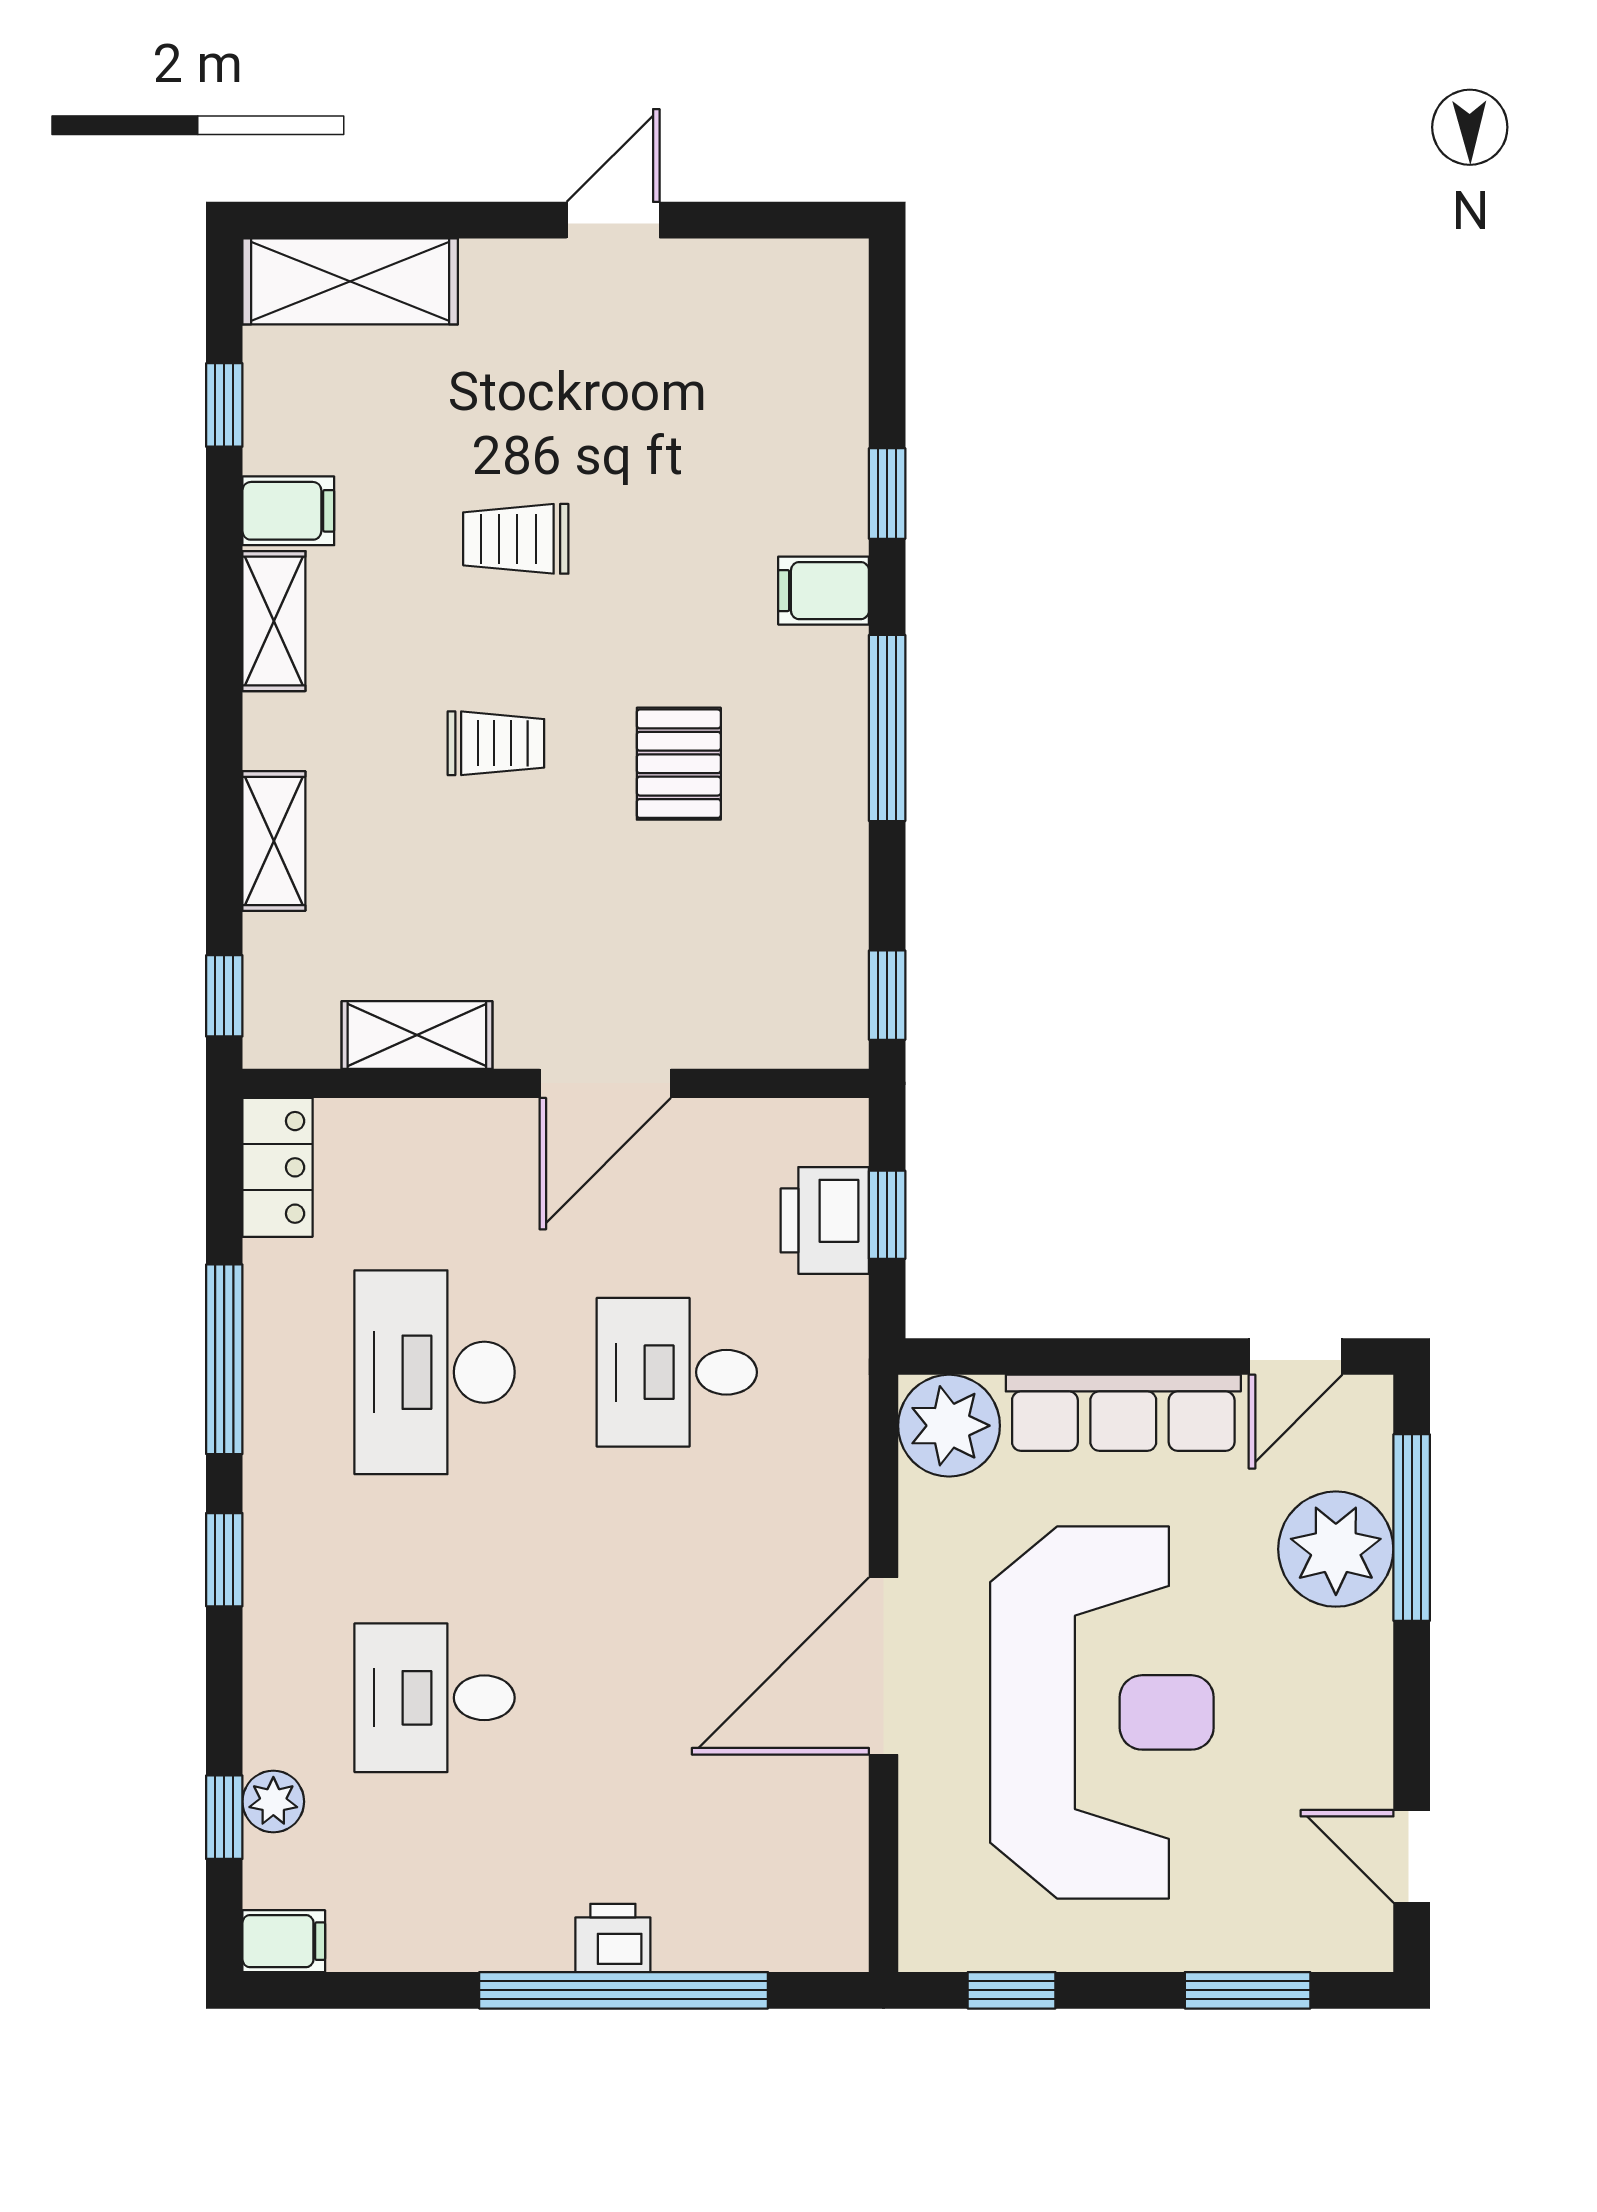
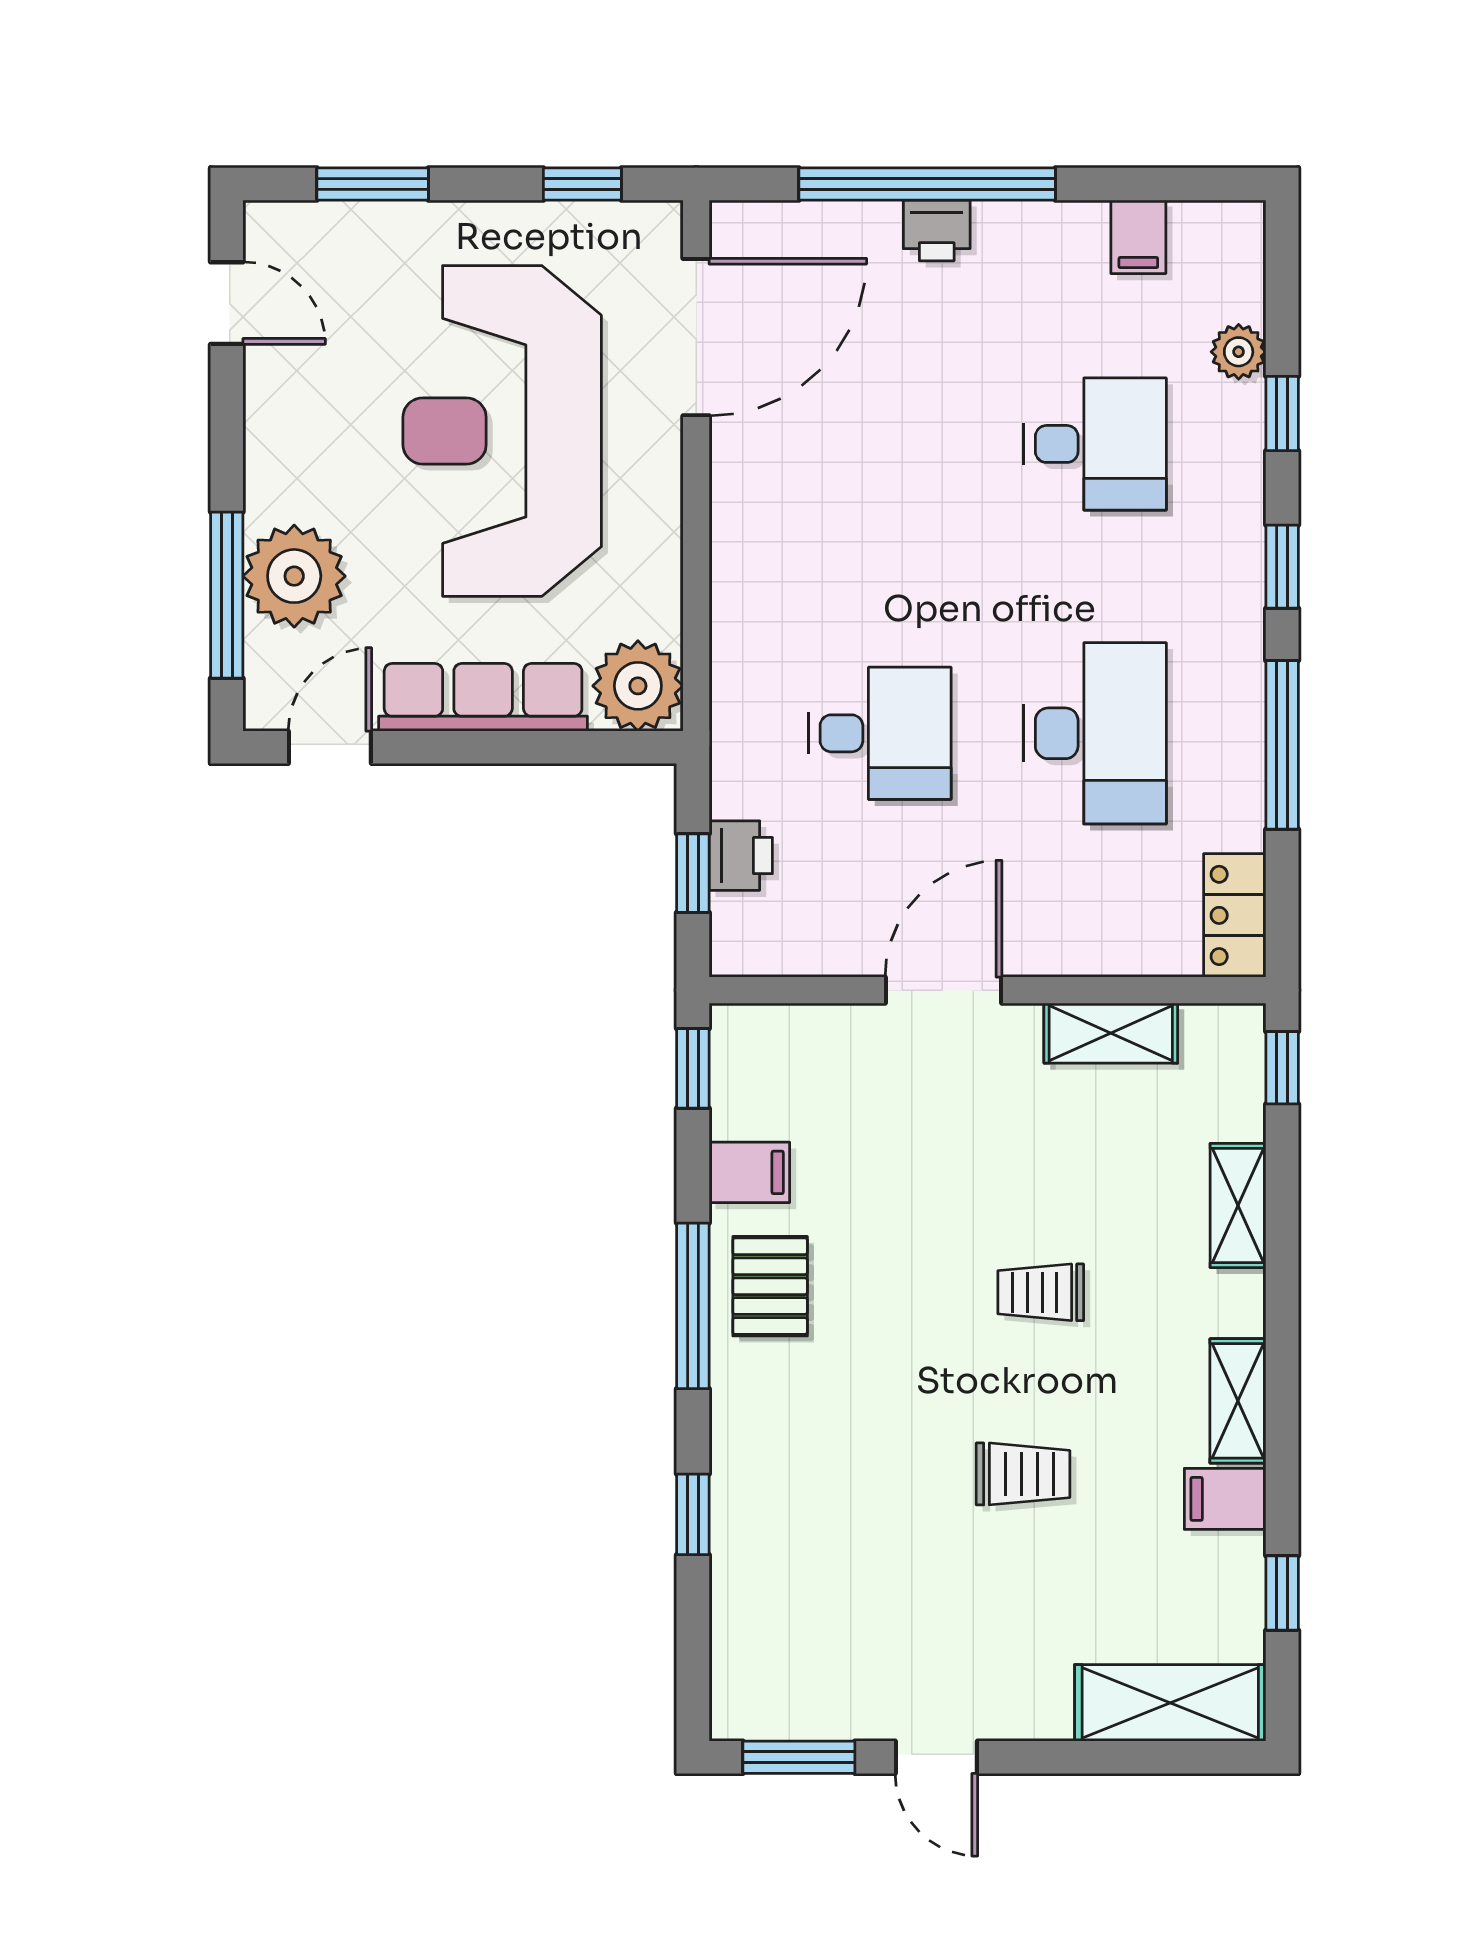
door: (613, 220) -> (936, 1757), hinge flipped
window: (768, 220) -> (799, 1757), added
filing cabinet: (824, 591) -> (749, 1172), moved
pallet: (679, 764) -> (770, 1286), moved
printer: (825, 1220) -> (741, 856), width x0.73, depth x0.81
door: (884, 1666) -> (696, 337), moved
window: (224, 1817) -> (1282, 413), moved
filing cabinet: (284, 1941) -> (1138, 237), moved, turned -90

